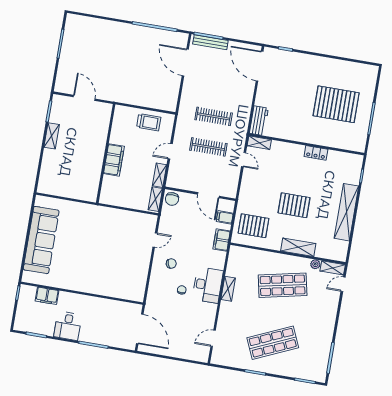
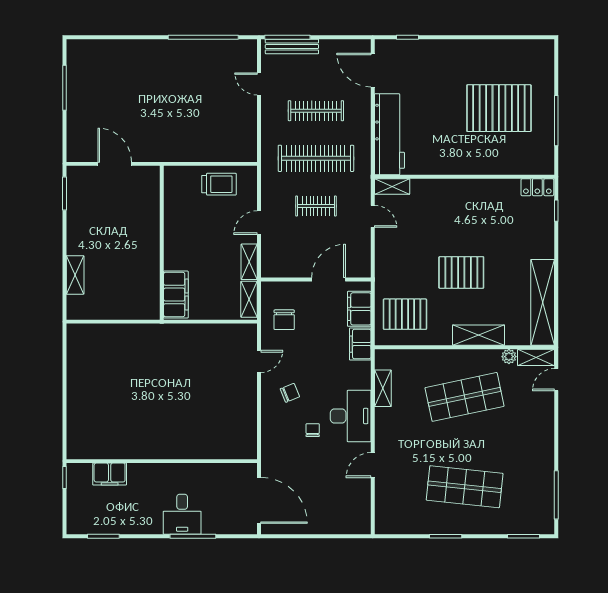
door: (185, 63) -> (259, 84), width x0.53
door: (260, 66) -> (373, 70), width x0.73
clothes rail: (219, 86) -> (316, 111), added
clothes rail: (214, 116) -> (316, 158), width x1.37, depth x1.31
workbench: (259, 121) -> (389, 134), width x1.88, depth x1.32
shelving: (52, 136) -> (75, 275), moved
clothes rail: (208, 147) -> (316, 206), width x0.73
locker: (316, 153) -> (537, 187), moved
filing cabinet: (114, 160) -> (176, 295), moved
door: (208, 195) -> (329, 279), swing flipped
chair: (172, 199) -> (284, 320), moved
shelving: (346, 212) -> (543, 302), moved
filing cabinet: (225, 217) -> (359, 309), width x2.00
sofa: (41, 240) -> (86, 391), removed
shelving: (228, 289) -> (383, 388), moved
desk: (68, 326) -> (182, 514), moved
door: (213, 338) -> (373, 465), moved
shop shelf: (273, 343) -> (465, 487), turned 30

